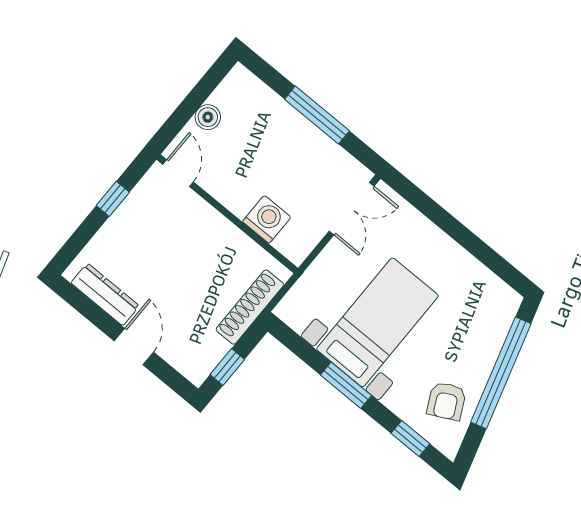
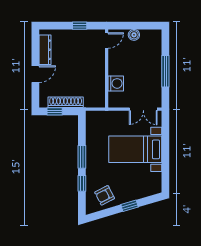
shoe rack: (250, 307) -> (66, 102), moved
bed with nightstands: (378, 322) -> (135, 149), moved, turned 180
window: (501, 373) -> (129, 206), width x0.32
window: (410, 439) -> (82, 183), moved

